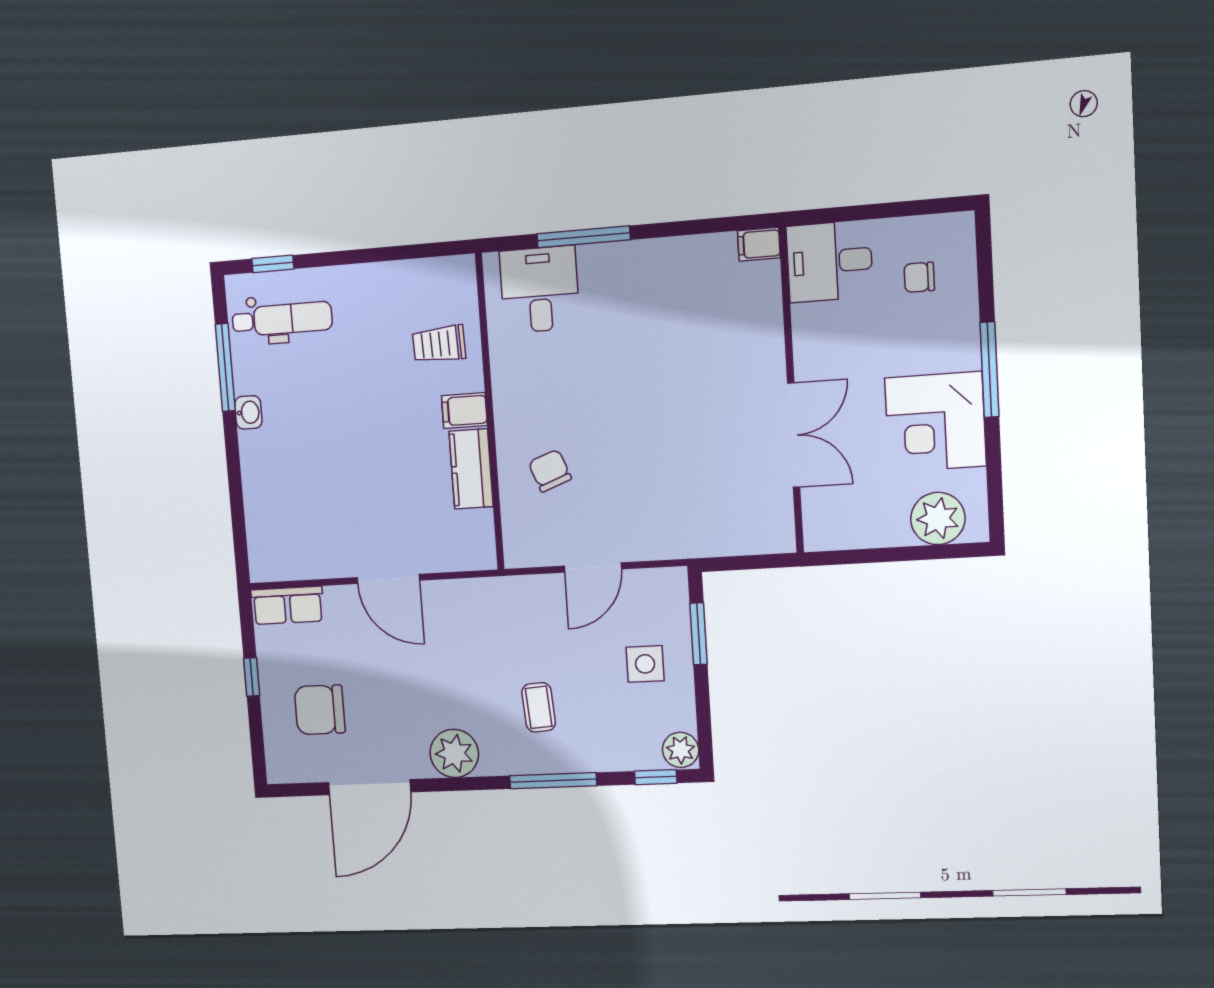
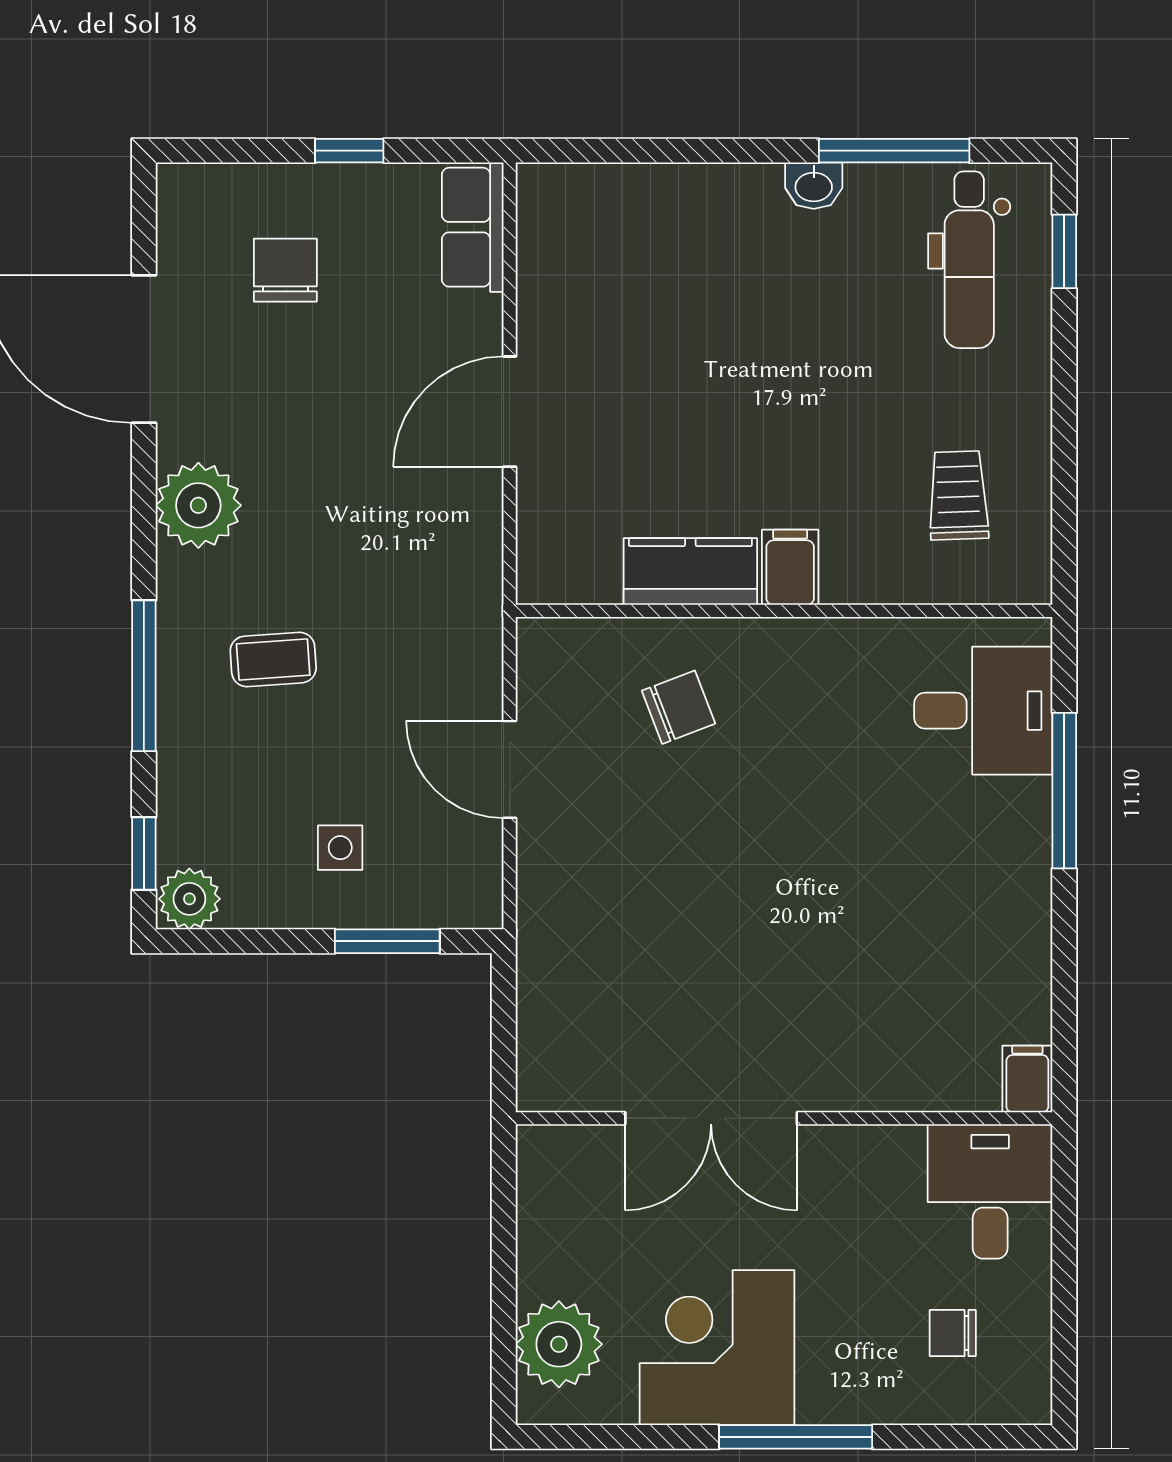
chair: (919, 277) -> (953, 1333), turned -90
trolley: (439, 344) -> (958, 495), moved
side table: (645, 664) -> (340, 848), width x0.73, depth x0.73
chair: (320, 710) -> (285, 270), width x0.73, depth x0.73

